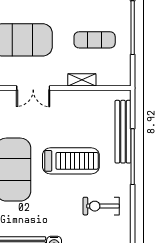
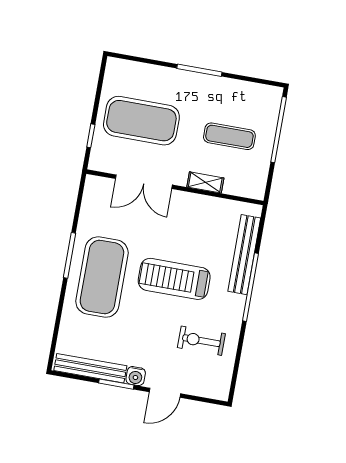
double door: (33, 88) -> (144, 182), width x1.37
treadmill: (71, 161) -> (174, 279), turned 180

